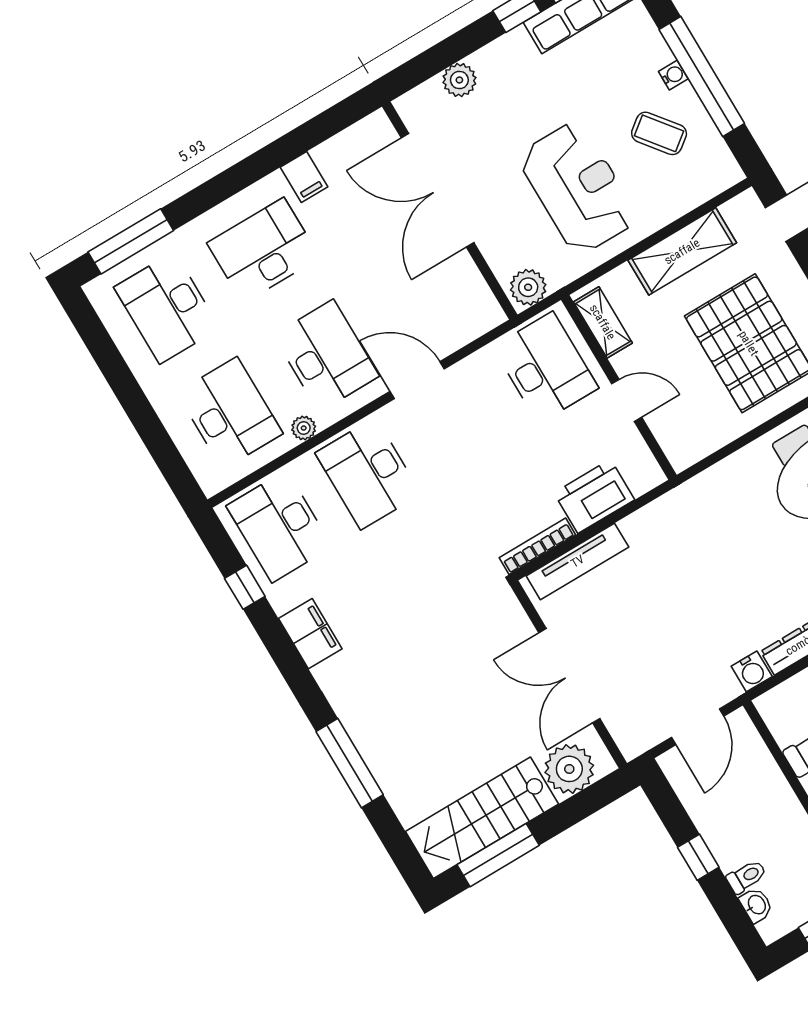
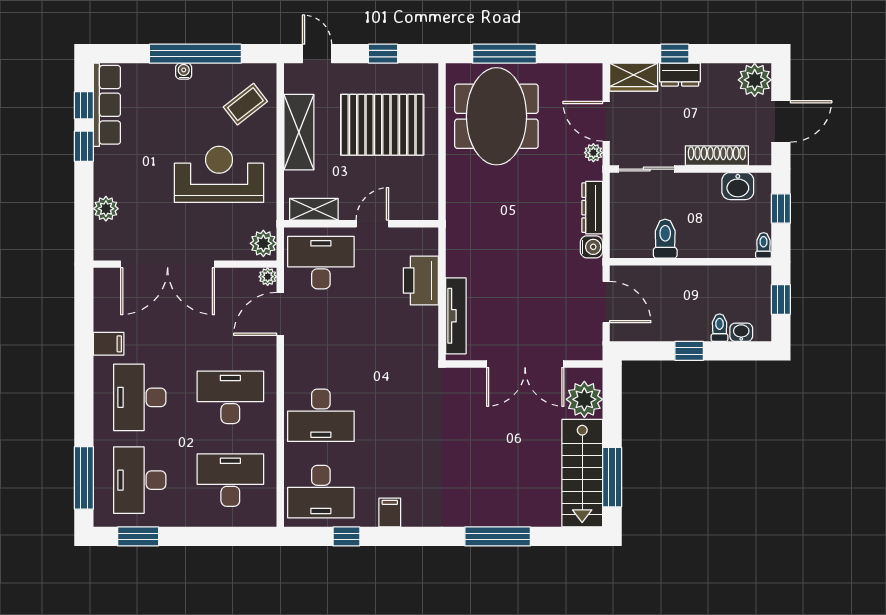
coffee table: (659, 133) -> (245, 104), moved
desk: (167, 308) -> (140, 480), turned 90
window: (100, 345) -> (138, 536), added
door: (417, 380) -> (280, 314), moved
plant: (304, 428) -> (268, 277), moved
bookcase: (537, 546) -> (431, 335), removed
filing cabinet: (310, 634) -> (390, 512), width x0.50

